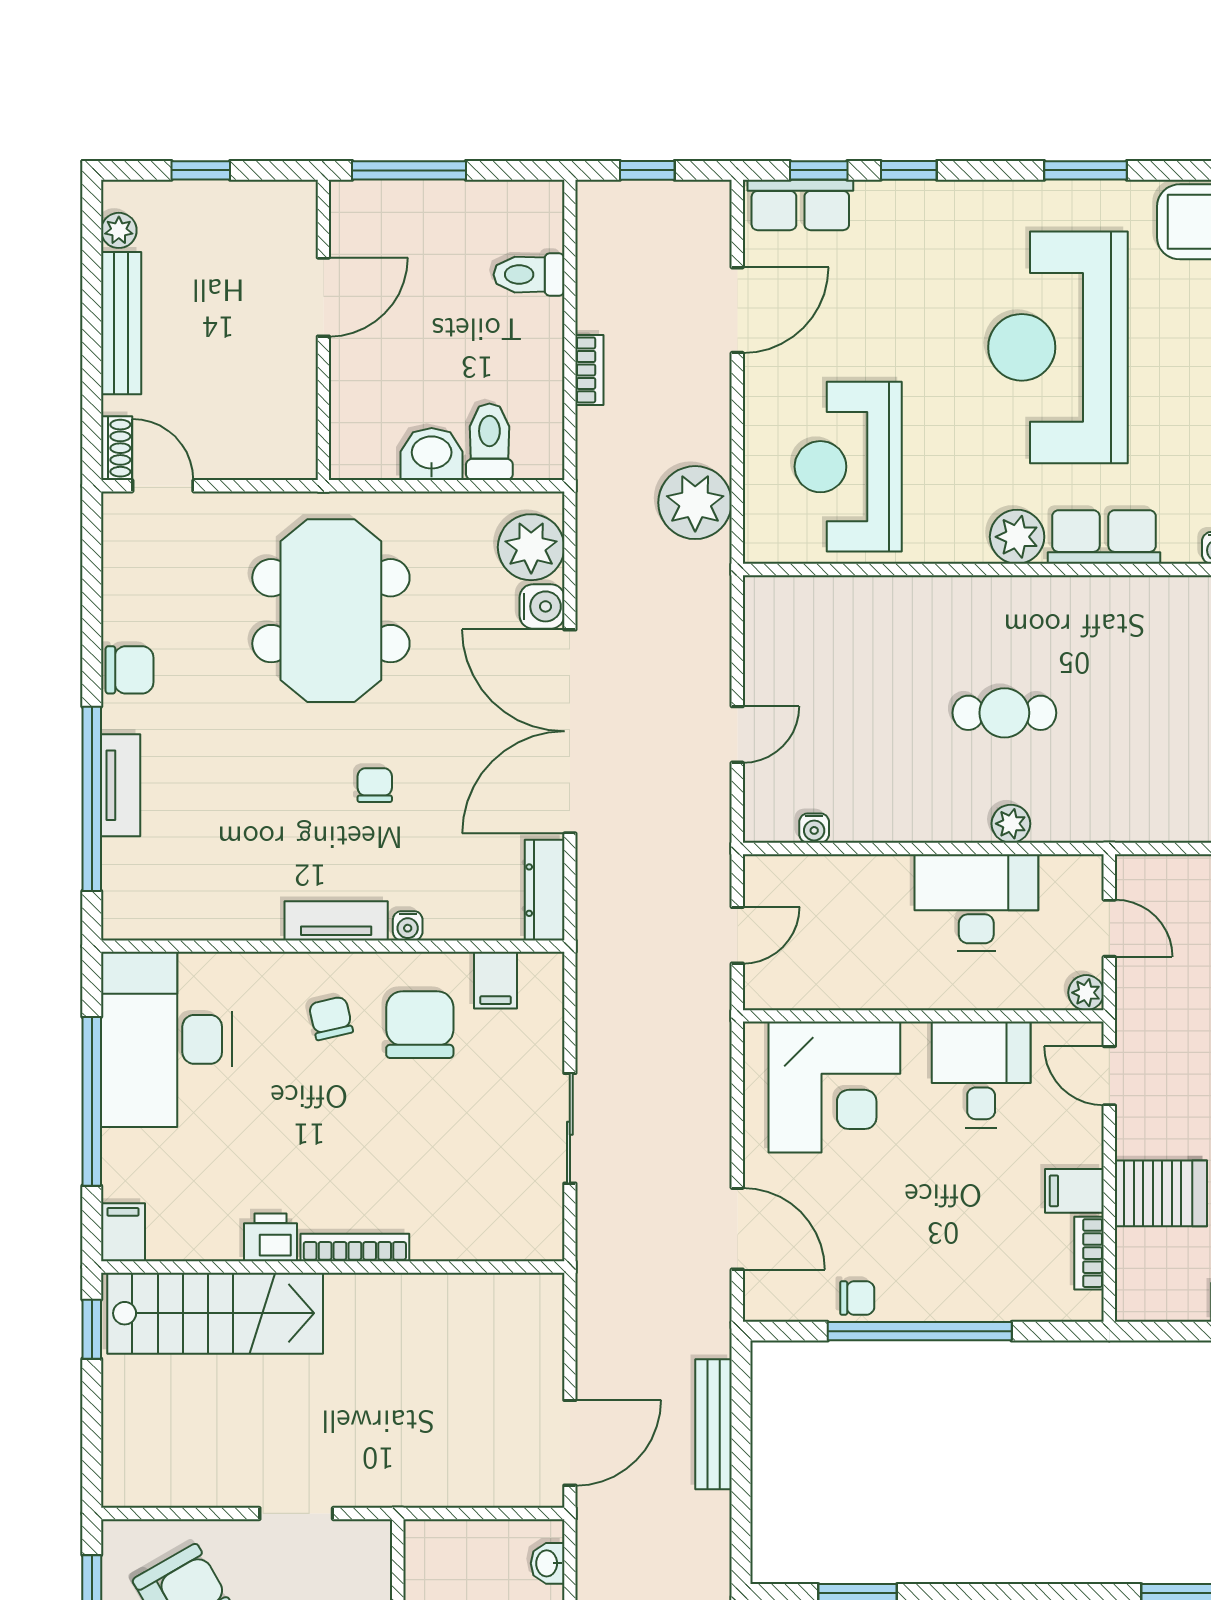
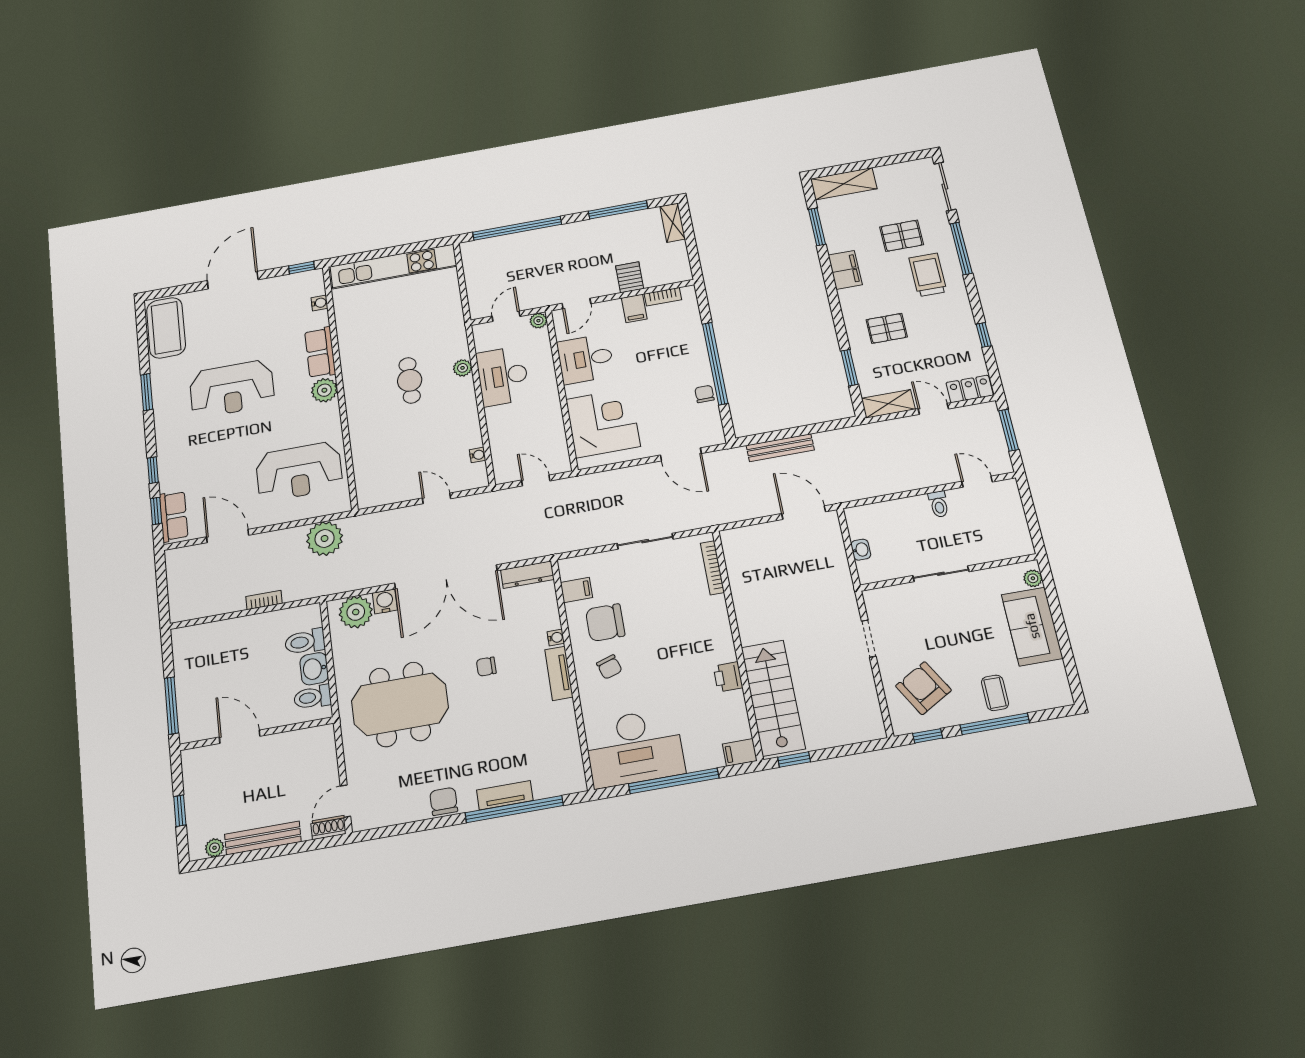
window: (647, 170) -> (162, 590), removed
toilet: (529, 275) -> (313, 697), moved, turned 90
reception desk: (1058, 347) -> (232, 389), width x0.74, depth x0.77
chair: (331, 1018) -> (609, 667), turned -95
server rack: (1161, 1193) -> (630, 277), width x0.73, depth x0.70
door: (737, 1229) -> (681, 454), swing flipped
bookcase: (355, 1248) -> (712, 568), moved
washbasin: (548, 1563) -> (861, 550), moved, turned -90

